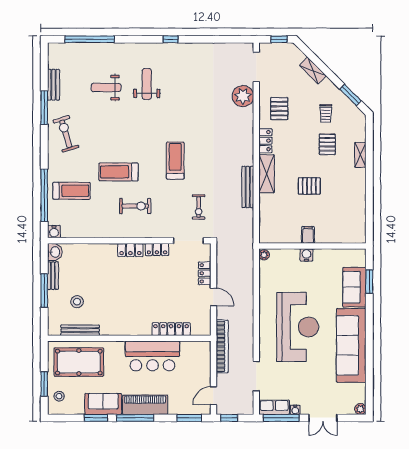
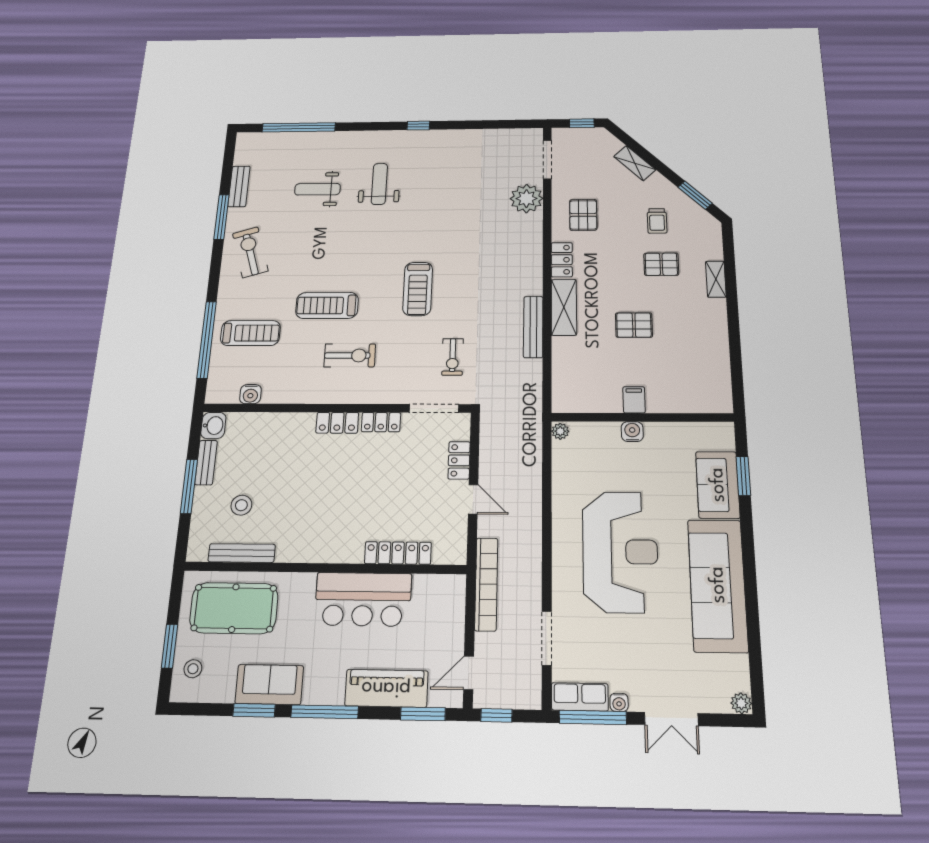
pallet: (327, 144) -> (661, 264), turned 90
treadmill: (175, 161) -> (418, 289), turned 180
water cooler: (54, 232) -> (251, 394), moved
piano: (145, 405) -> (386, 688), moved

